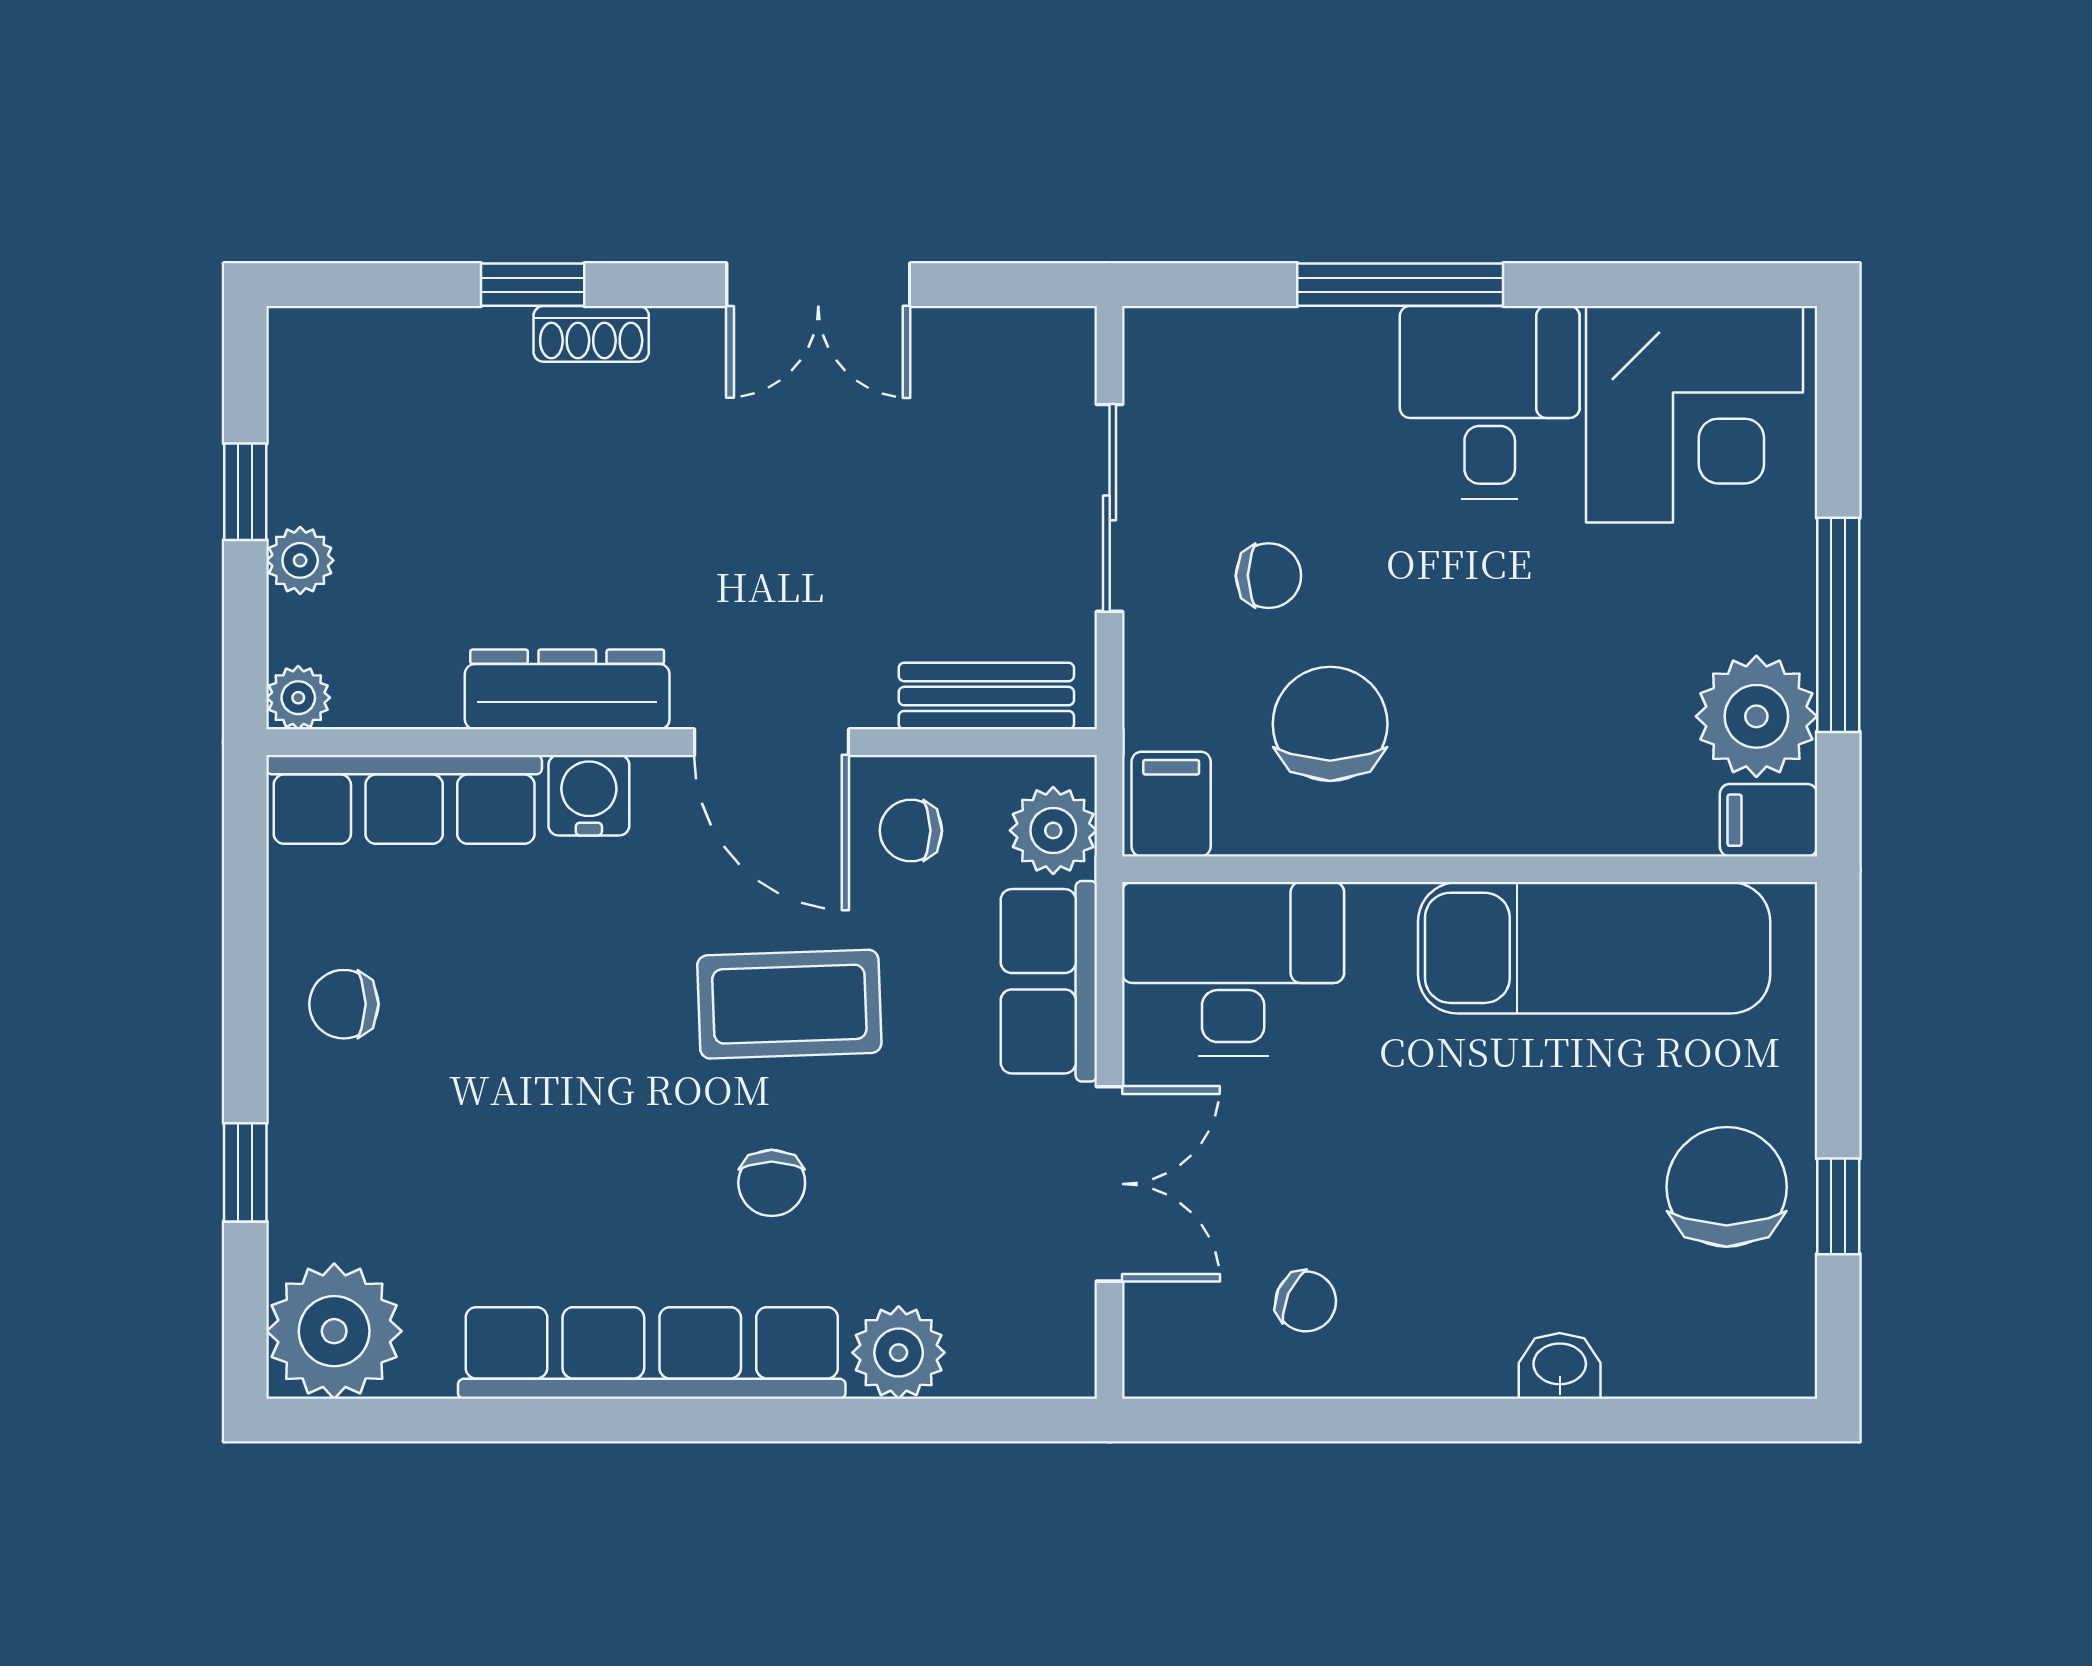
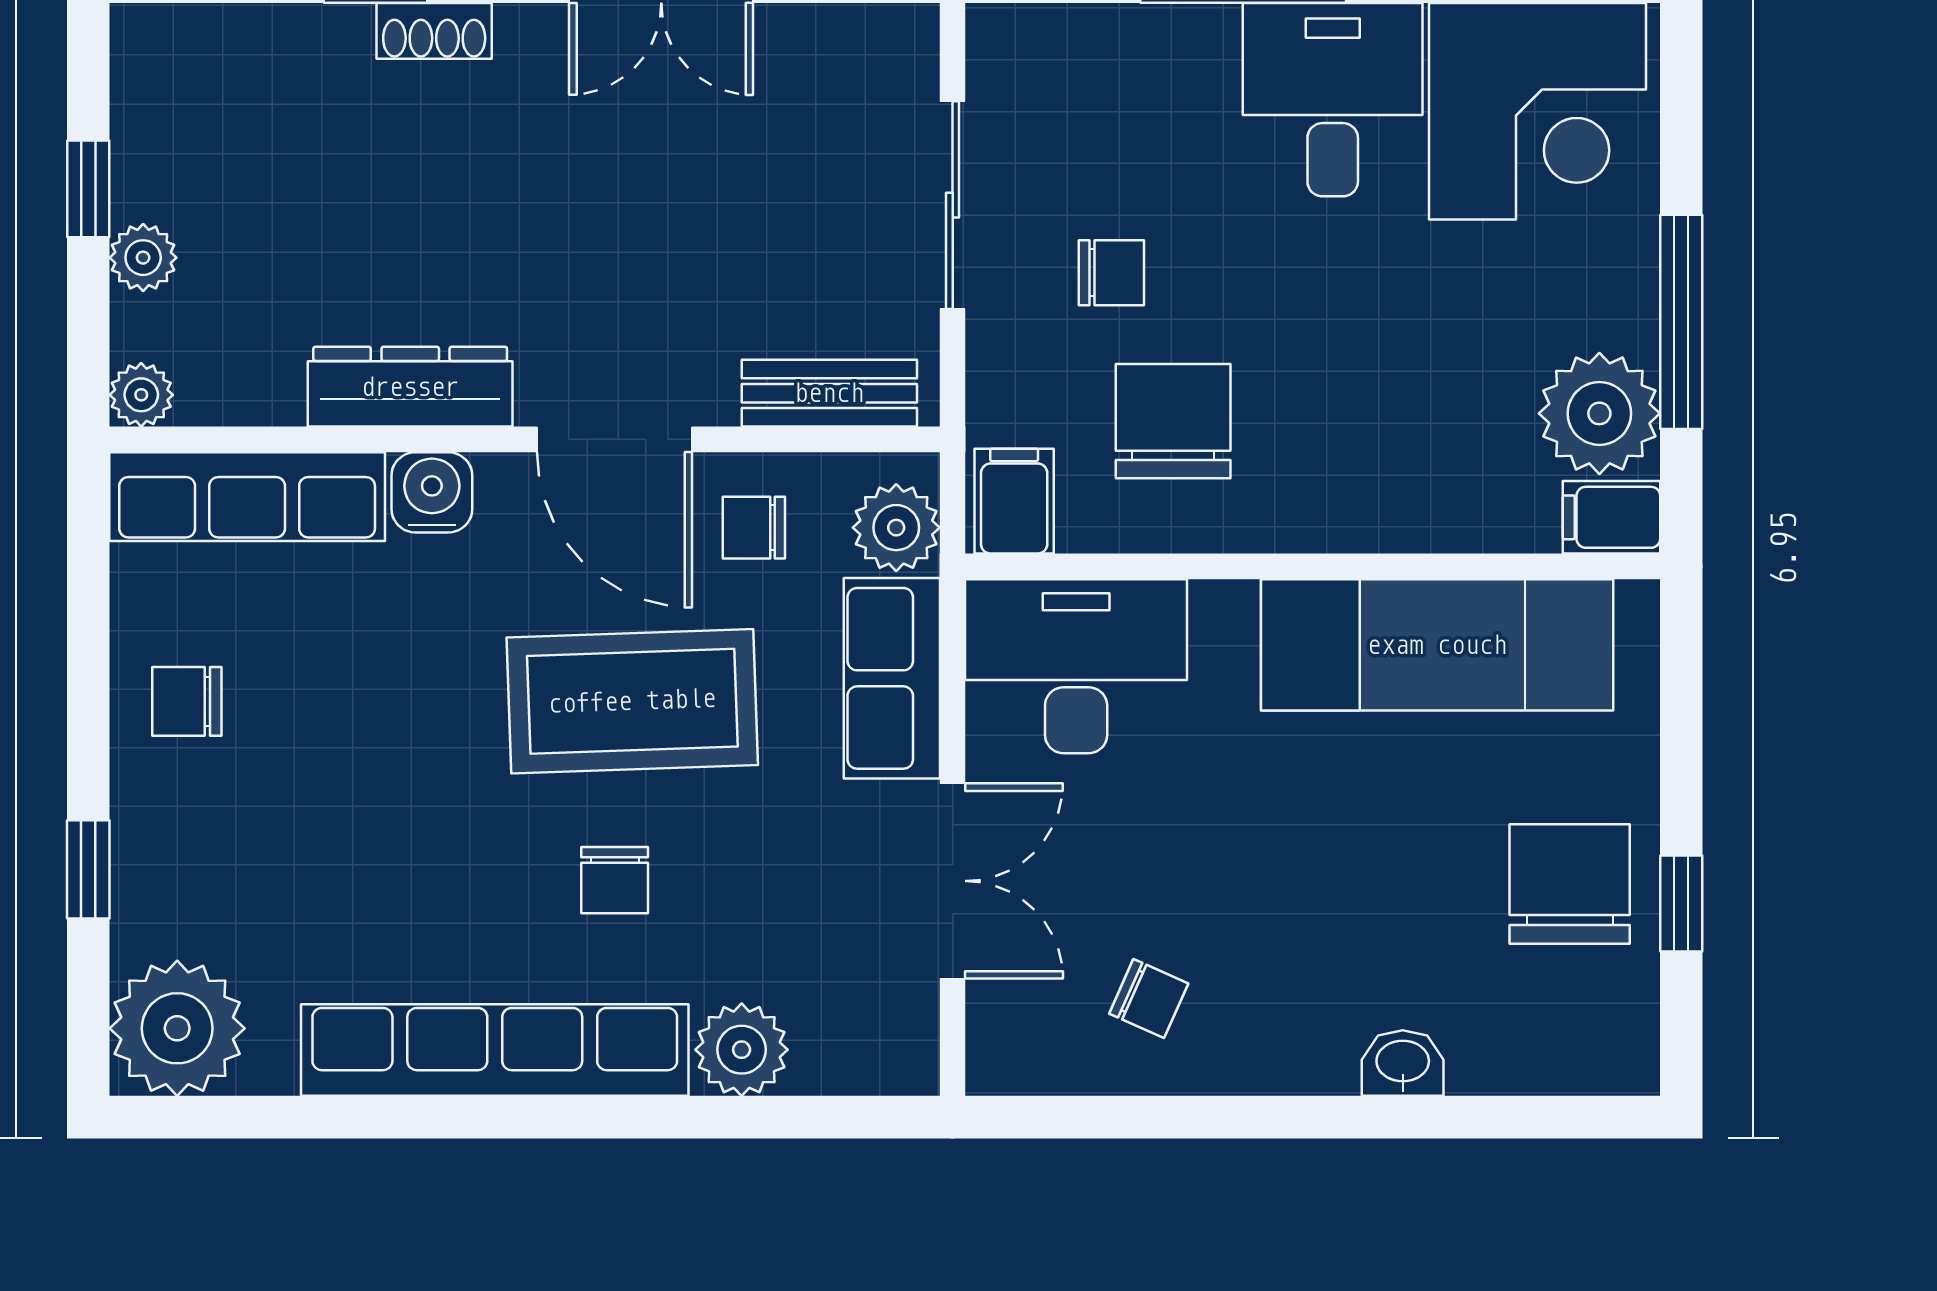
coffee table: (789, 1004) -> (632, 701), width x1.36, depth x1.32

